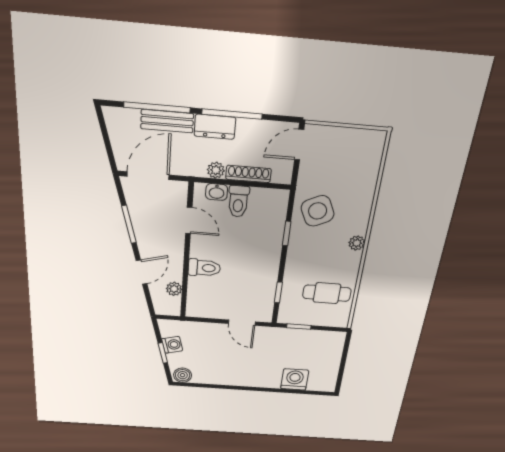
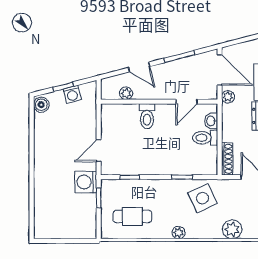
plant: (216, 170) -> (228, 97), moved
shoe rack: (248, 174) -> (227, 159), moved
plant: (365, 177) -> (232, 229), added
cafe table: (327, 293) -> (132, 216), turned 90
washing machine: (295, 379) -> (86, 182), moved, turned 180

